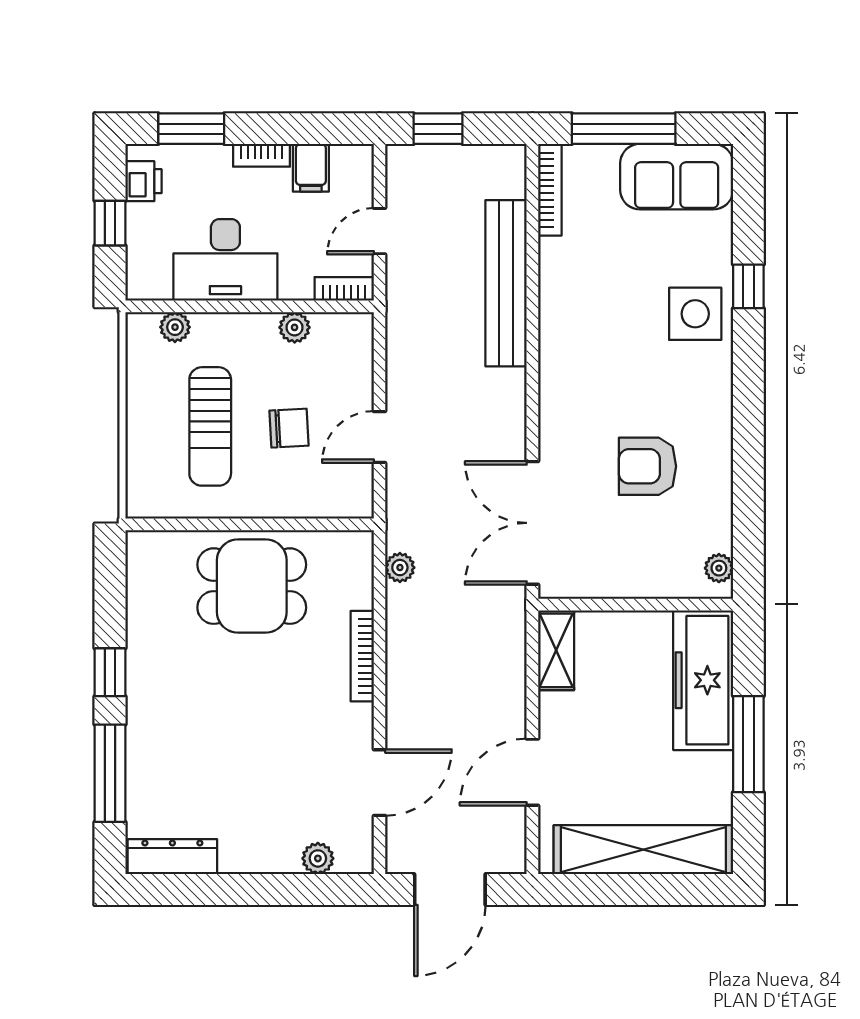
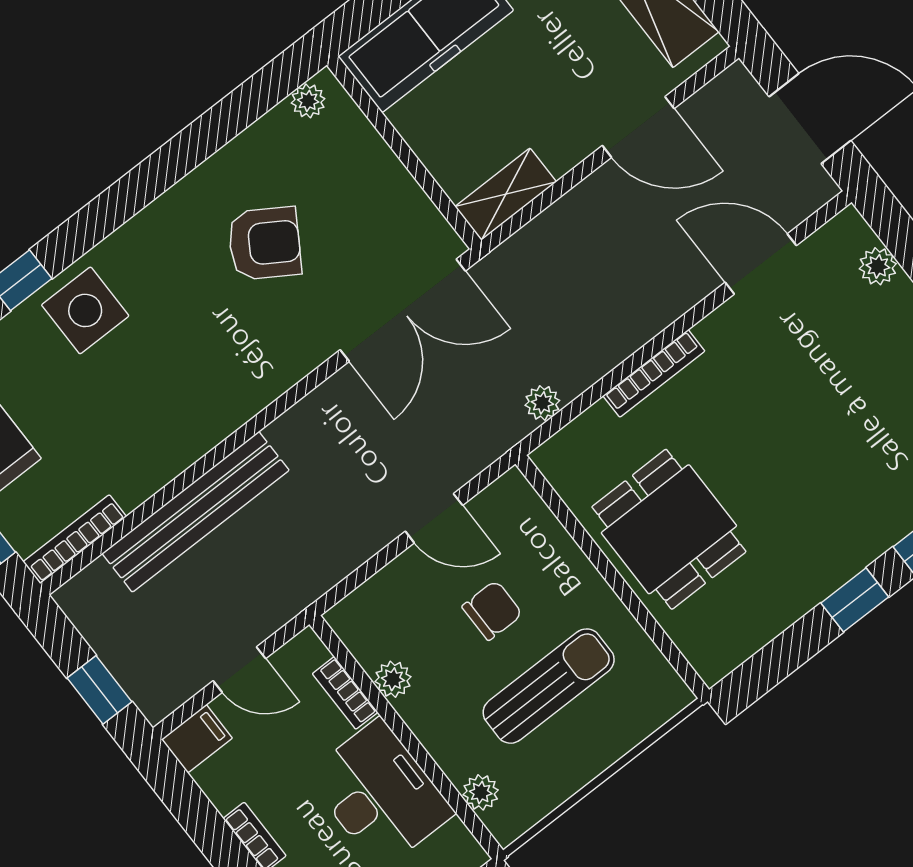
filing cabinet: (311, 168) -> (197, 739), moved
bookcase: (344, 289) -> (345, 693), moved
chair: (289, 428) -> (492, 610), turned 93
armchair: (647, 466) -> (265, 243), turned -58

